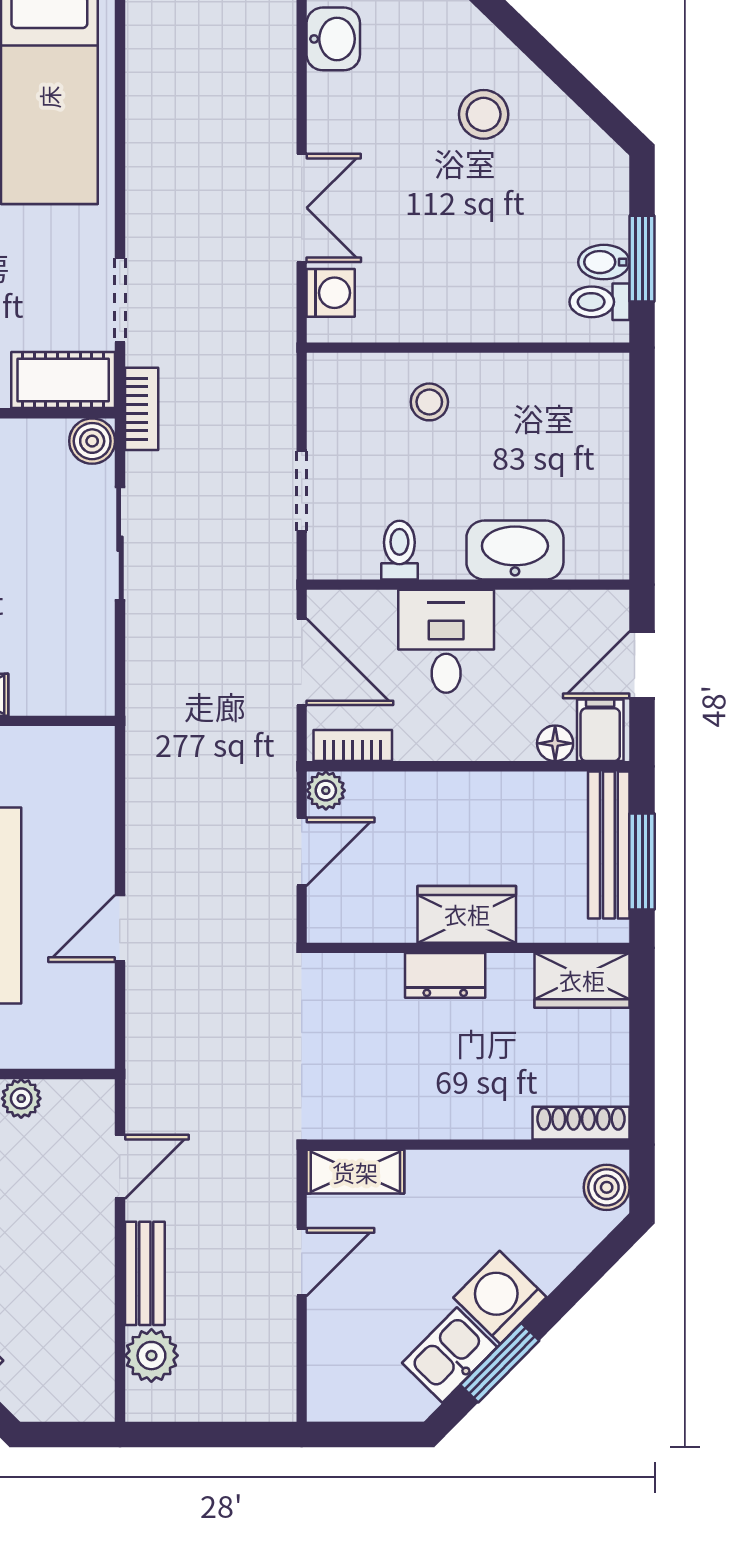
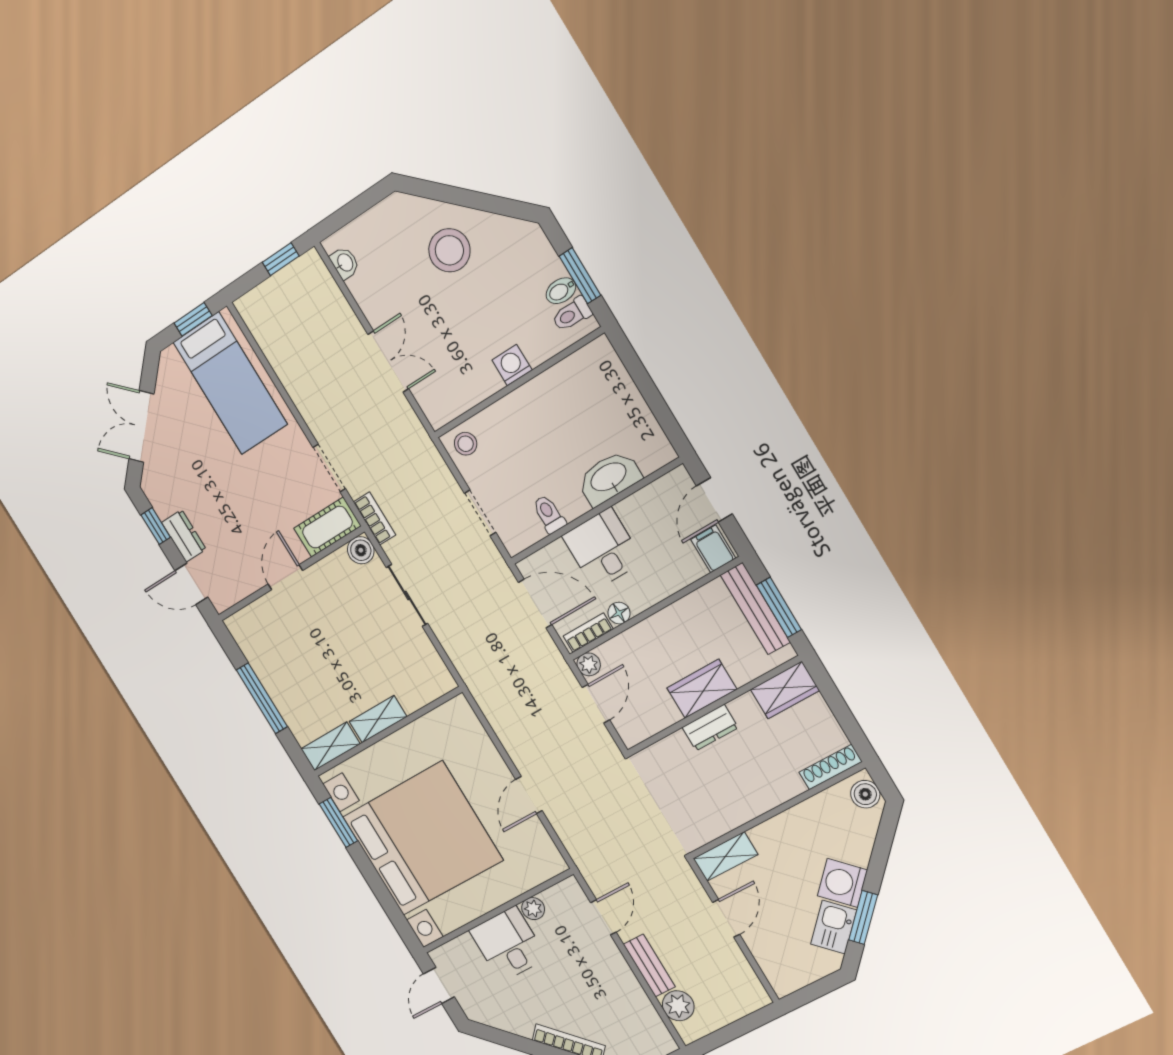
washbasin: (333, 39) -> (345, 263), width x0.72, depth x0.69
stool: (484, 114) -> (449, 250), width x1.38, depth x1.38
washing machine: (331, 293) -> (512, 365), moved, turned -90
stool: (429, 402) -> (466, 444), moved
floor lamp: (555, 743) -> (619, 613), moved

